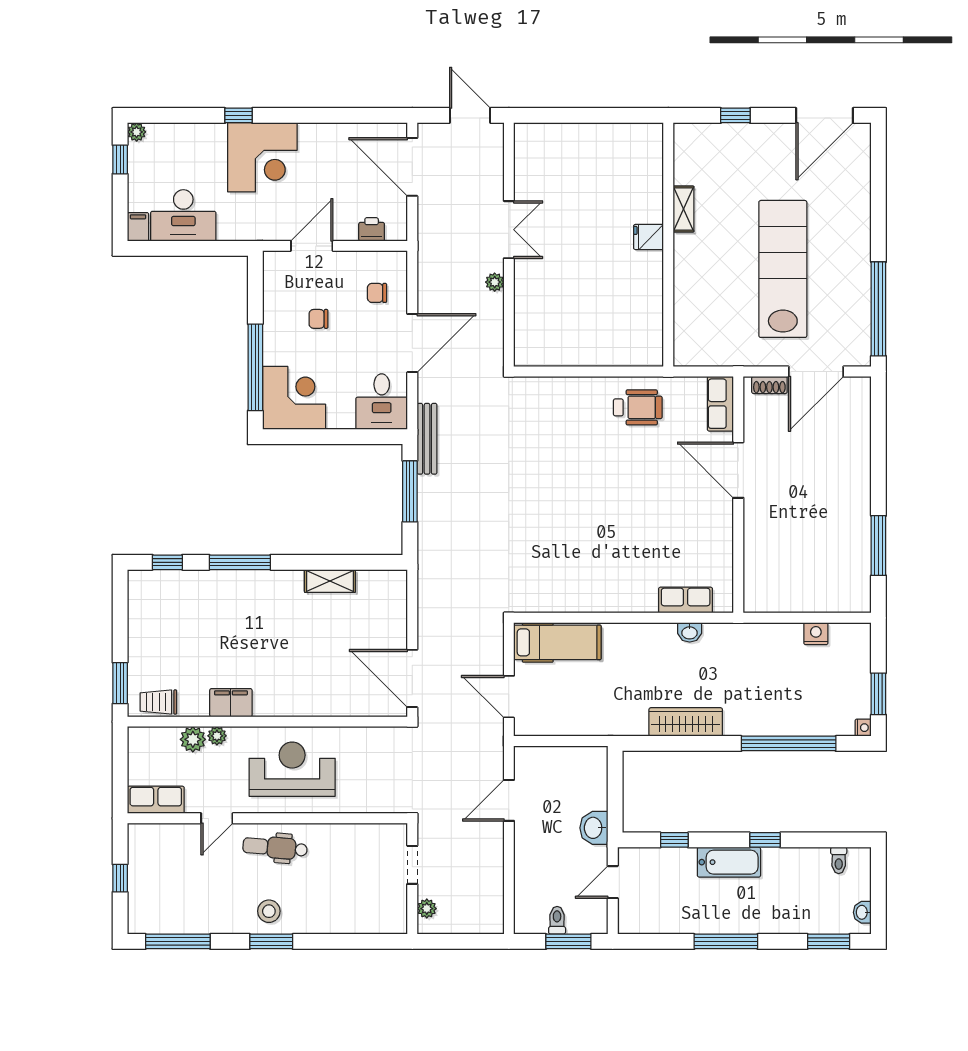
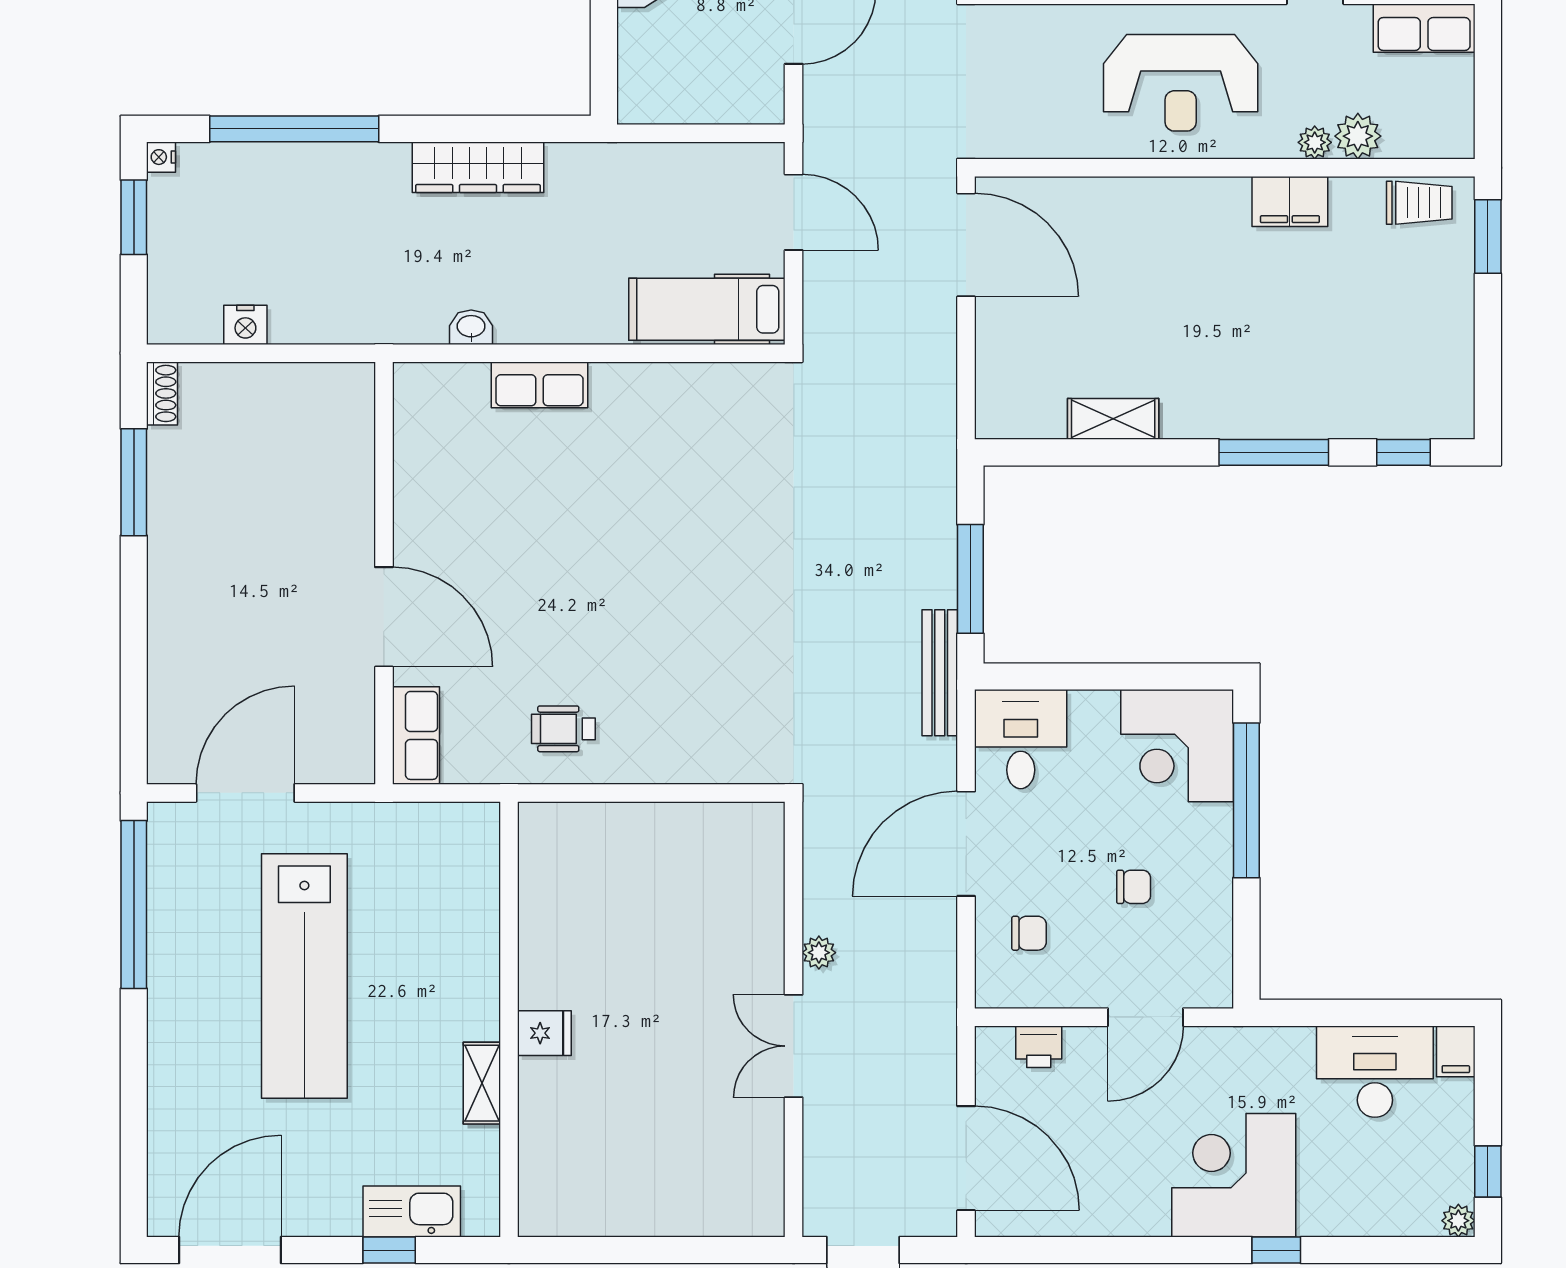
kitchen sink: (723, 137) -> (412, 1211), added
shoe rack: (769, 385) -> (162, 393), moved, turned 90
wheelchair: (638, 407) -> (563, 729), width x0.73, depth x0.73
row of seats: (686, 600) -> (540, 385), moved

